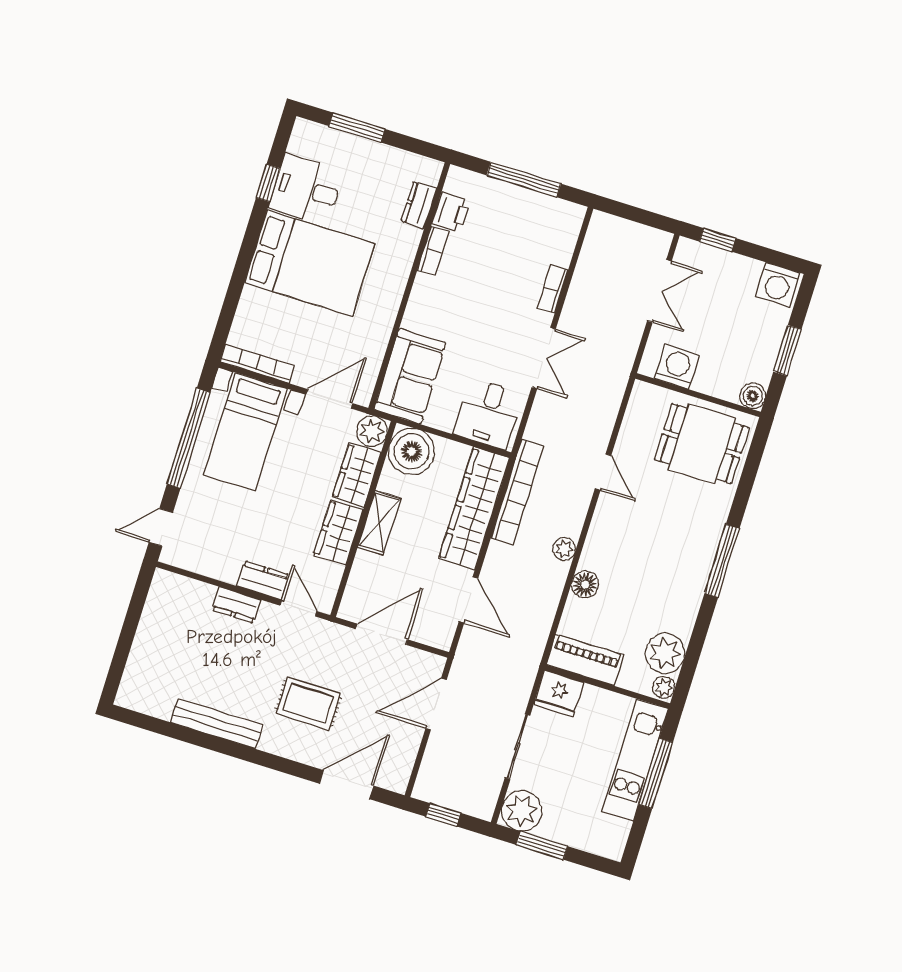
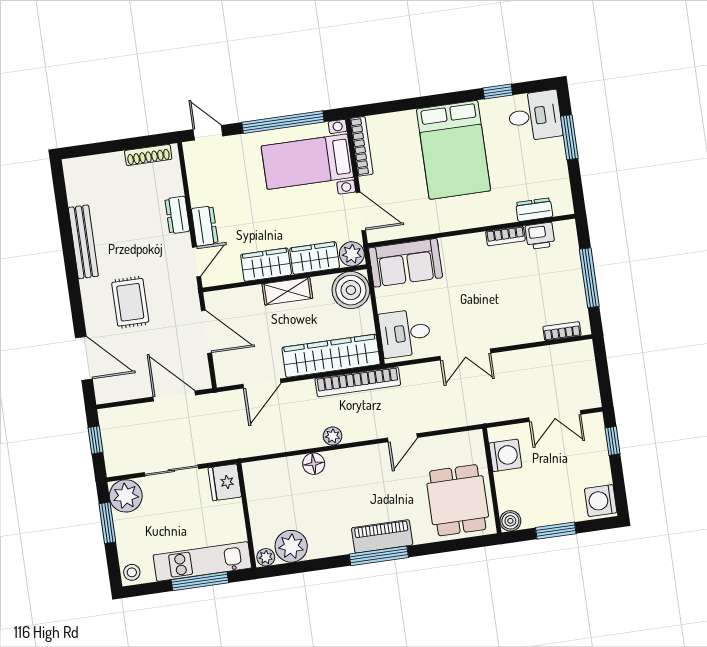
desk: (306, 189) -> (535, 116), moved, turned 90
bookcase: (553, 289) -> (562, 331), moved
shoe rack: (154, 606) -> (148, 155), added
piano: (585, 660) -> (382, 536), moved, turned -90
stool: (610, 844) -> (132, 572), added

